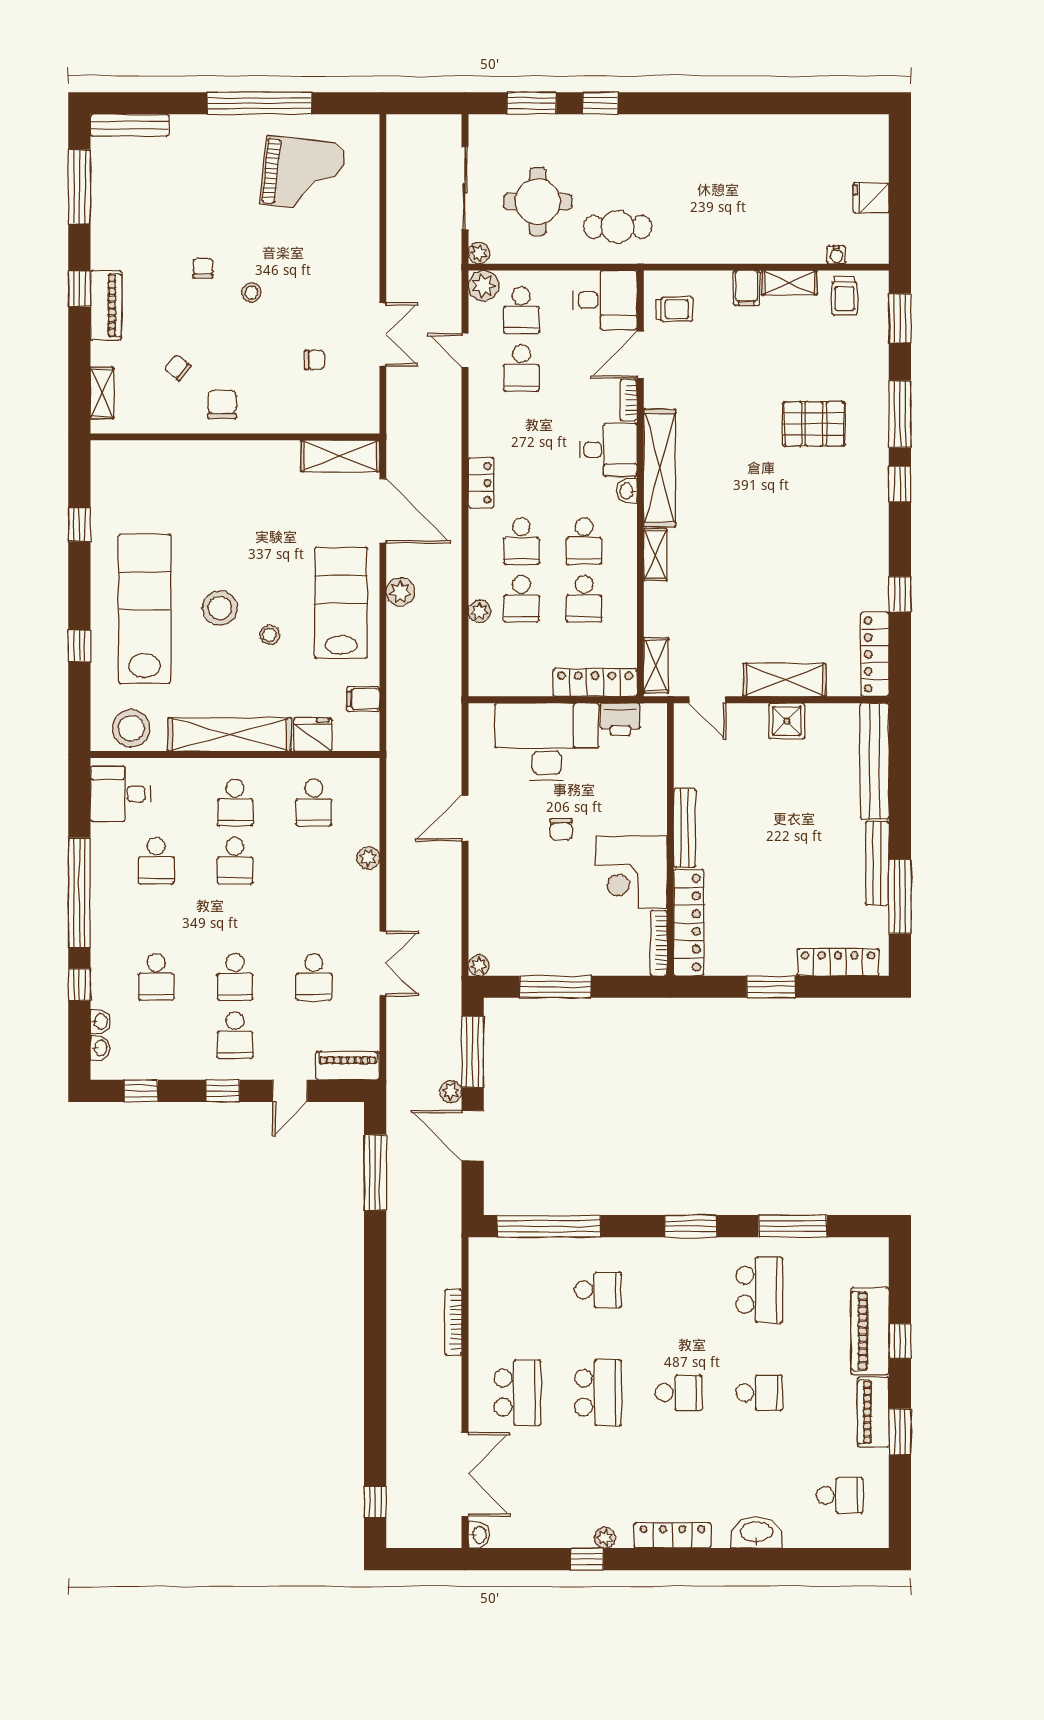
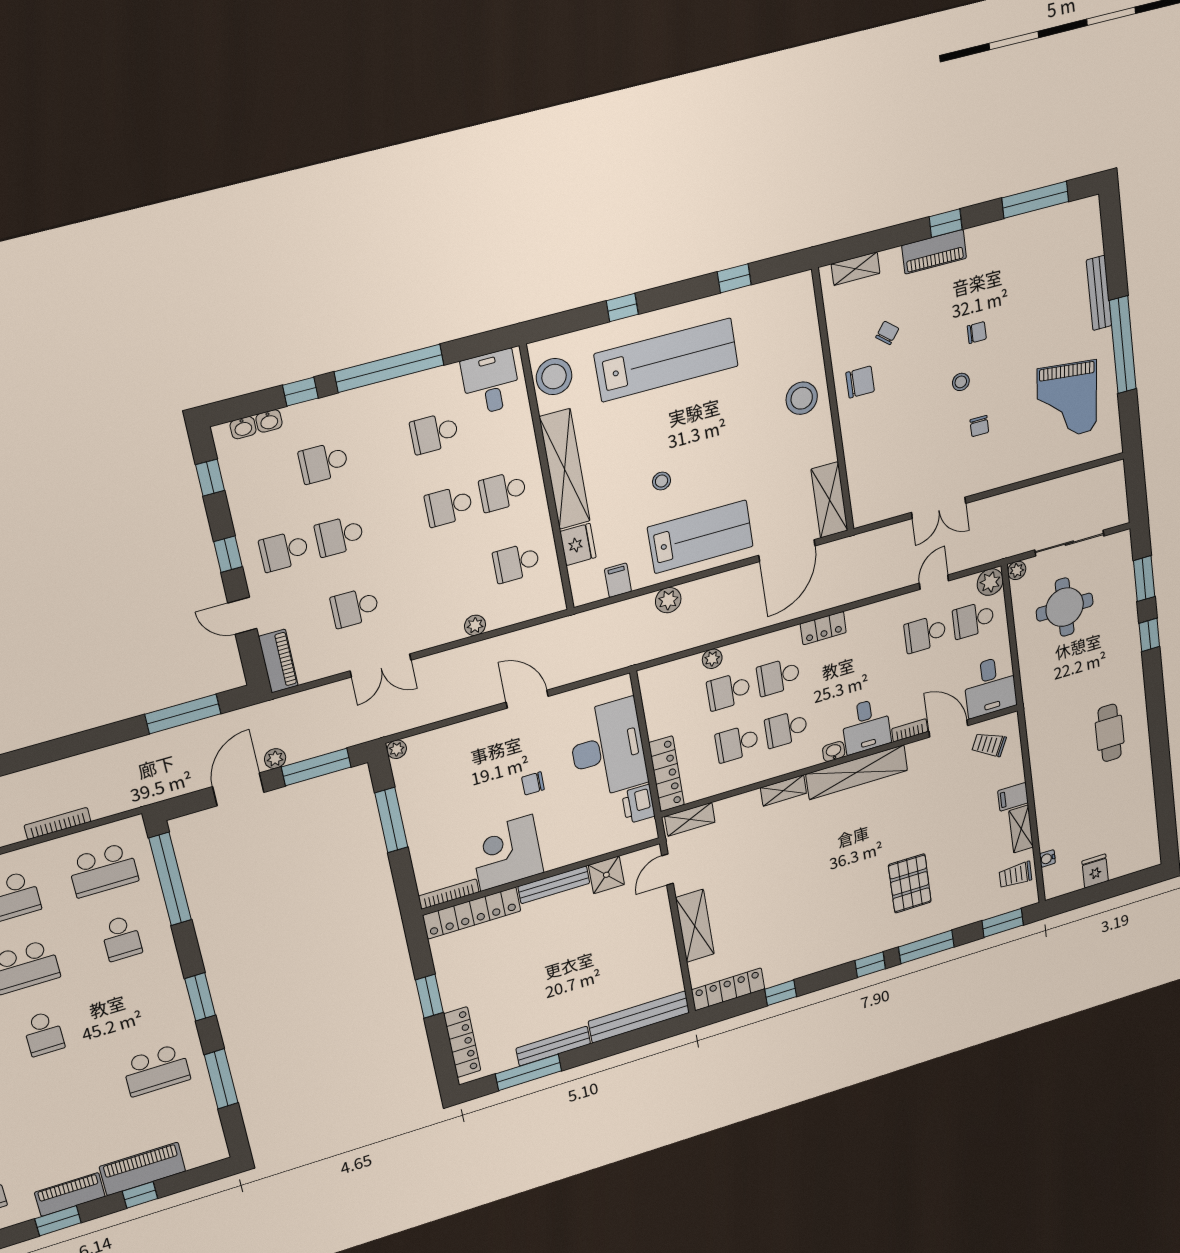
bench: (130, 125) -> (1099, 293), moved
cafe table: (618, 227) -> (1110, 733), moved
trolley: (674, 309) -> (989, 745), turned 116
chair: (315, 360) -> (979, 426), moved
plant: (400, 592) -> (668, 600), moved
stool: (220, 608) -> (802, 398), moved
shower: (787, 721) -> (606, 875), moved
school desk: (759, 1393) -> (103, 870), moved, width x1.85

